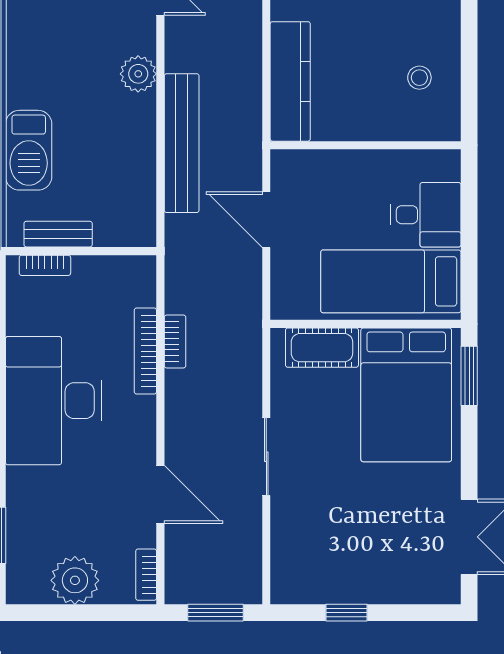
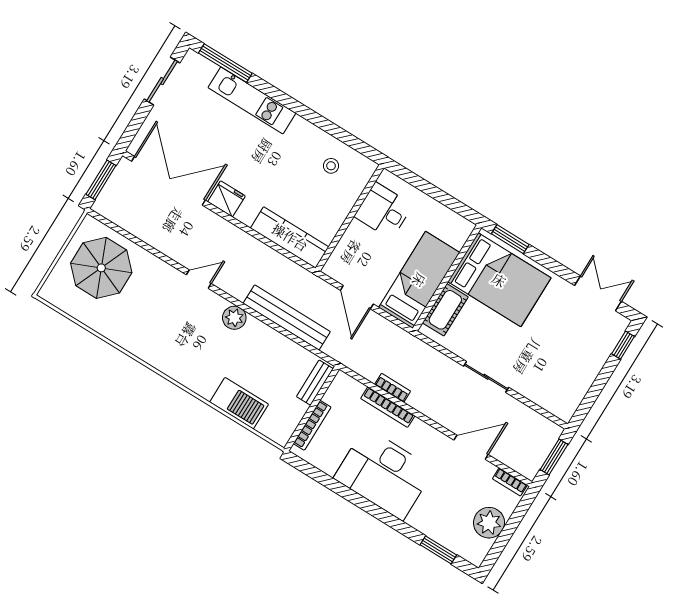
desk: (426, 215) -> (383, 211), moved, turned -90
door: (266, 220) -> (357, 297), hinge flipped
bench: (58, 234) -> (315, 383), moved
bookcase: (45, 265) -> (312, 425), width x1.56
bed: (391, 281) -> (419, 280), moved, turned 180
window: (347, 613) -> (623, 345), moved

